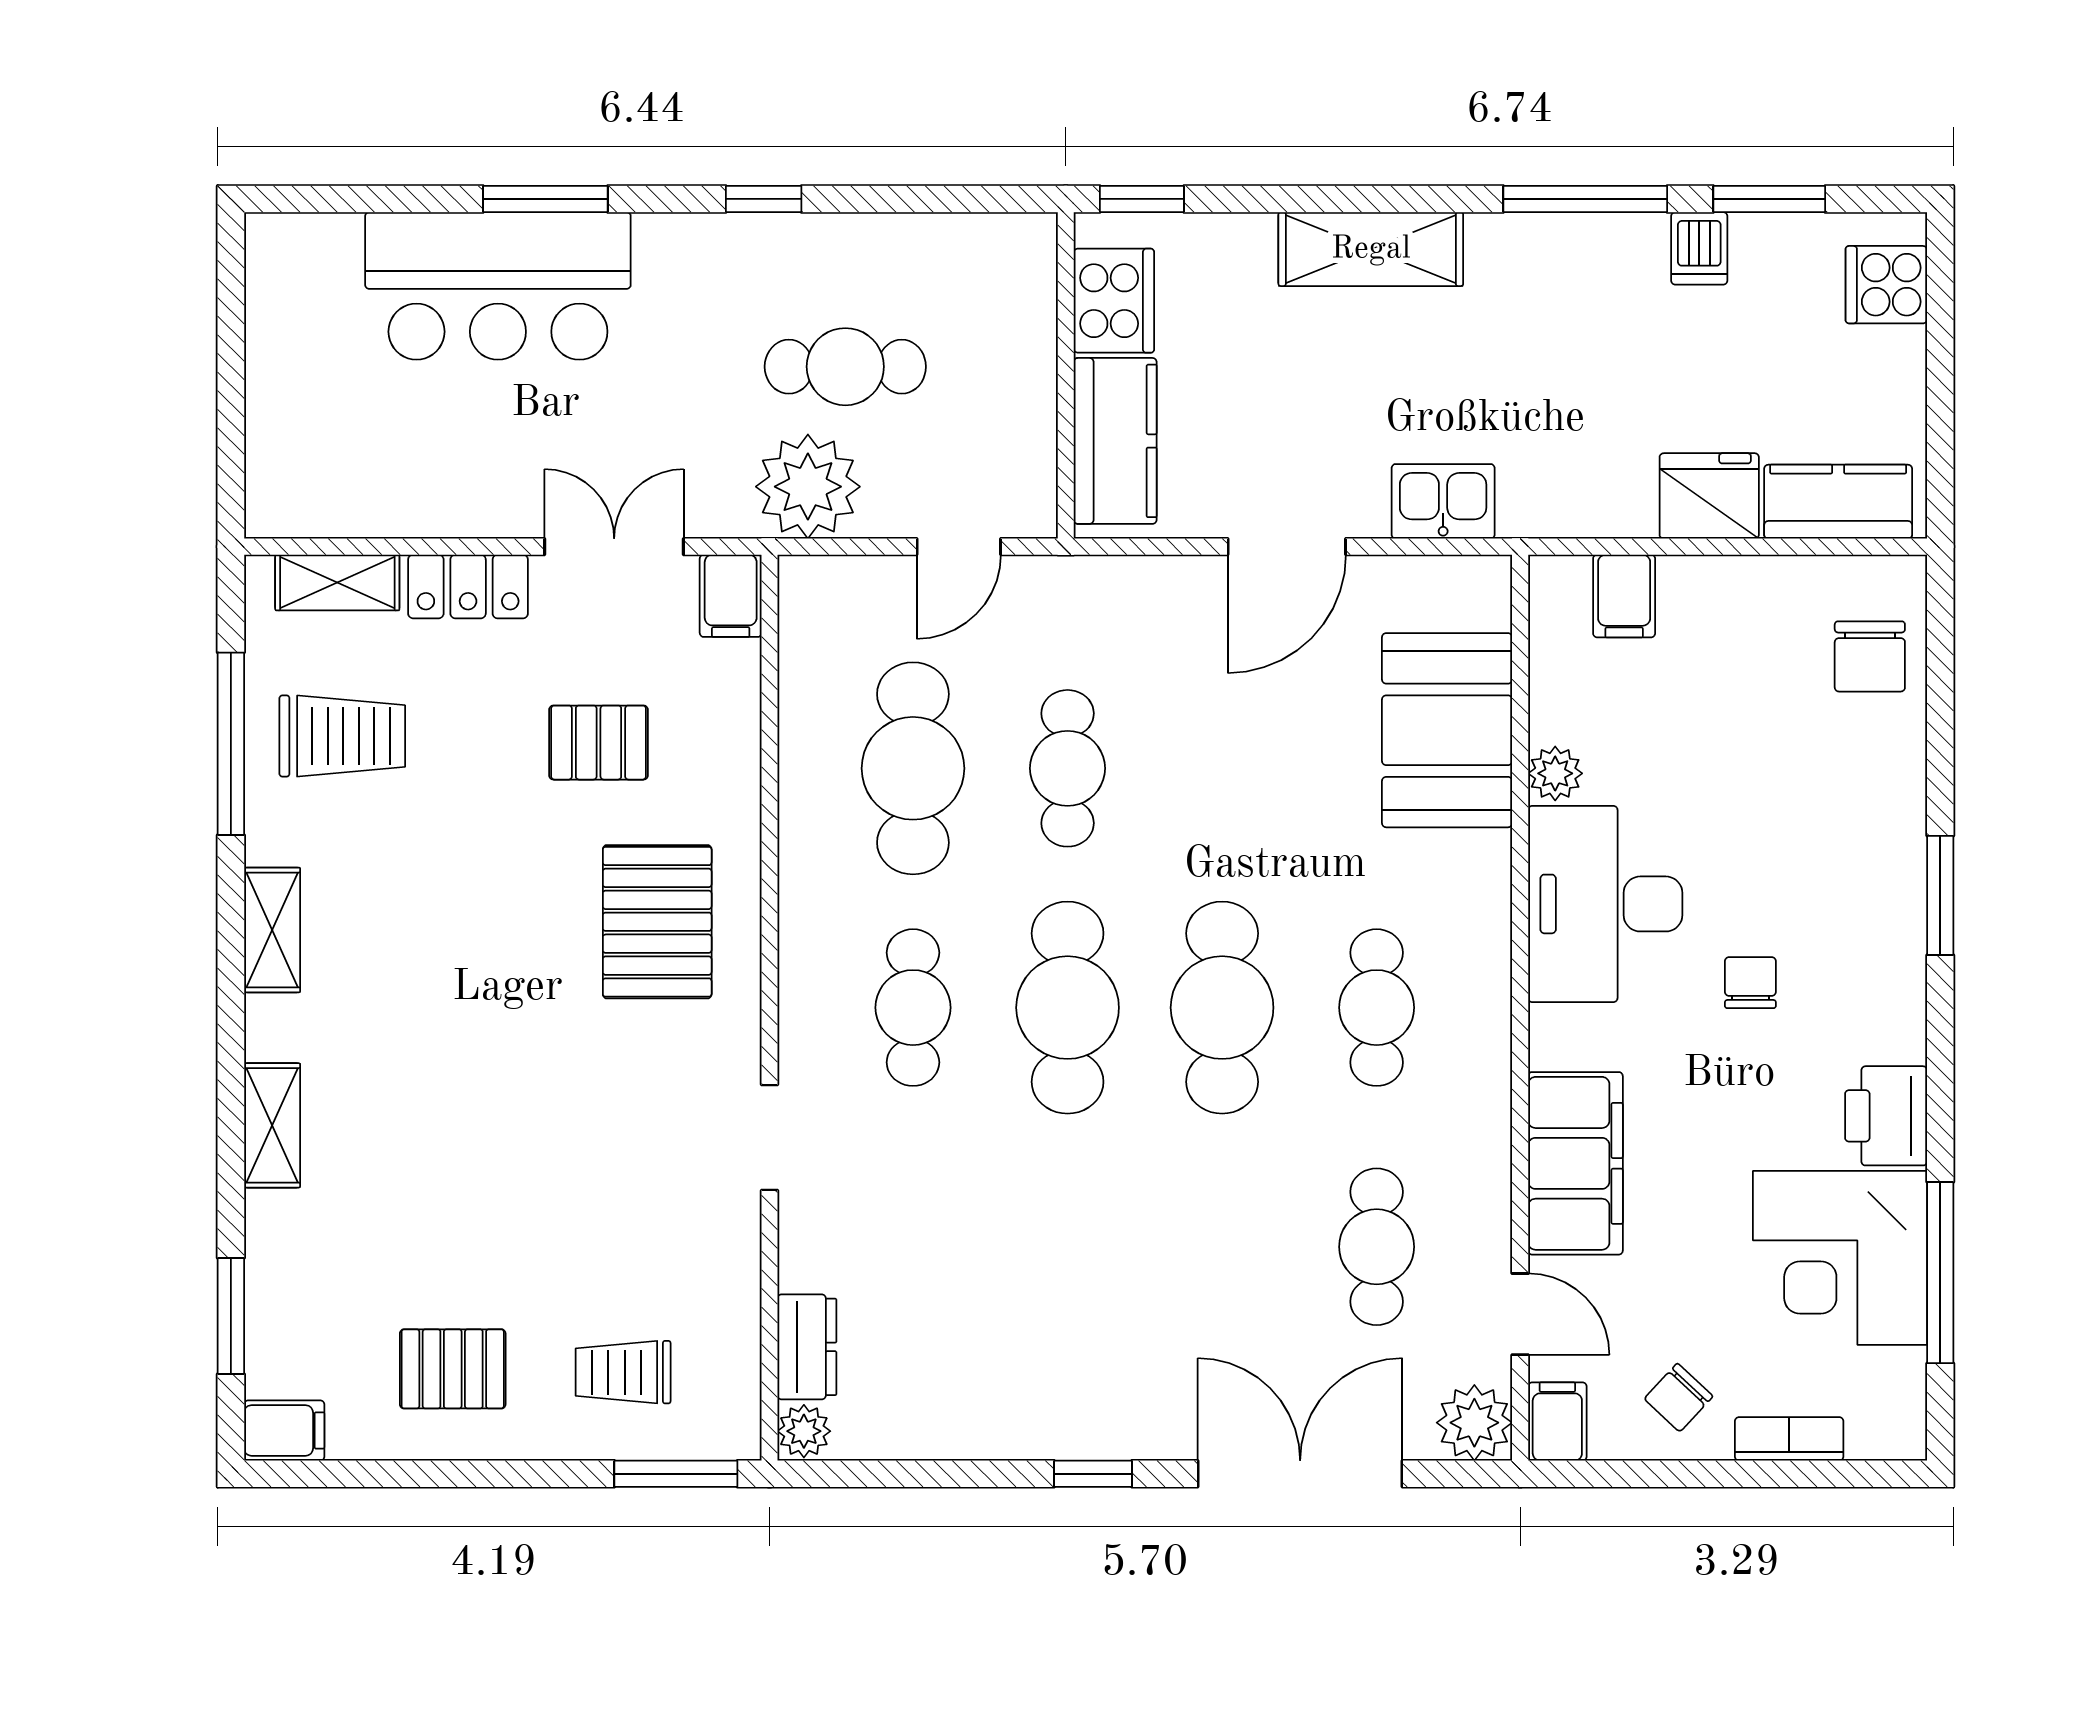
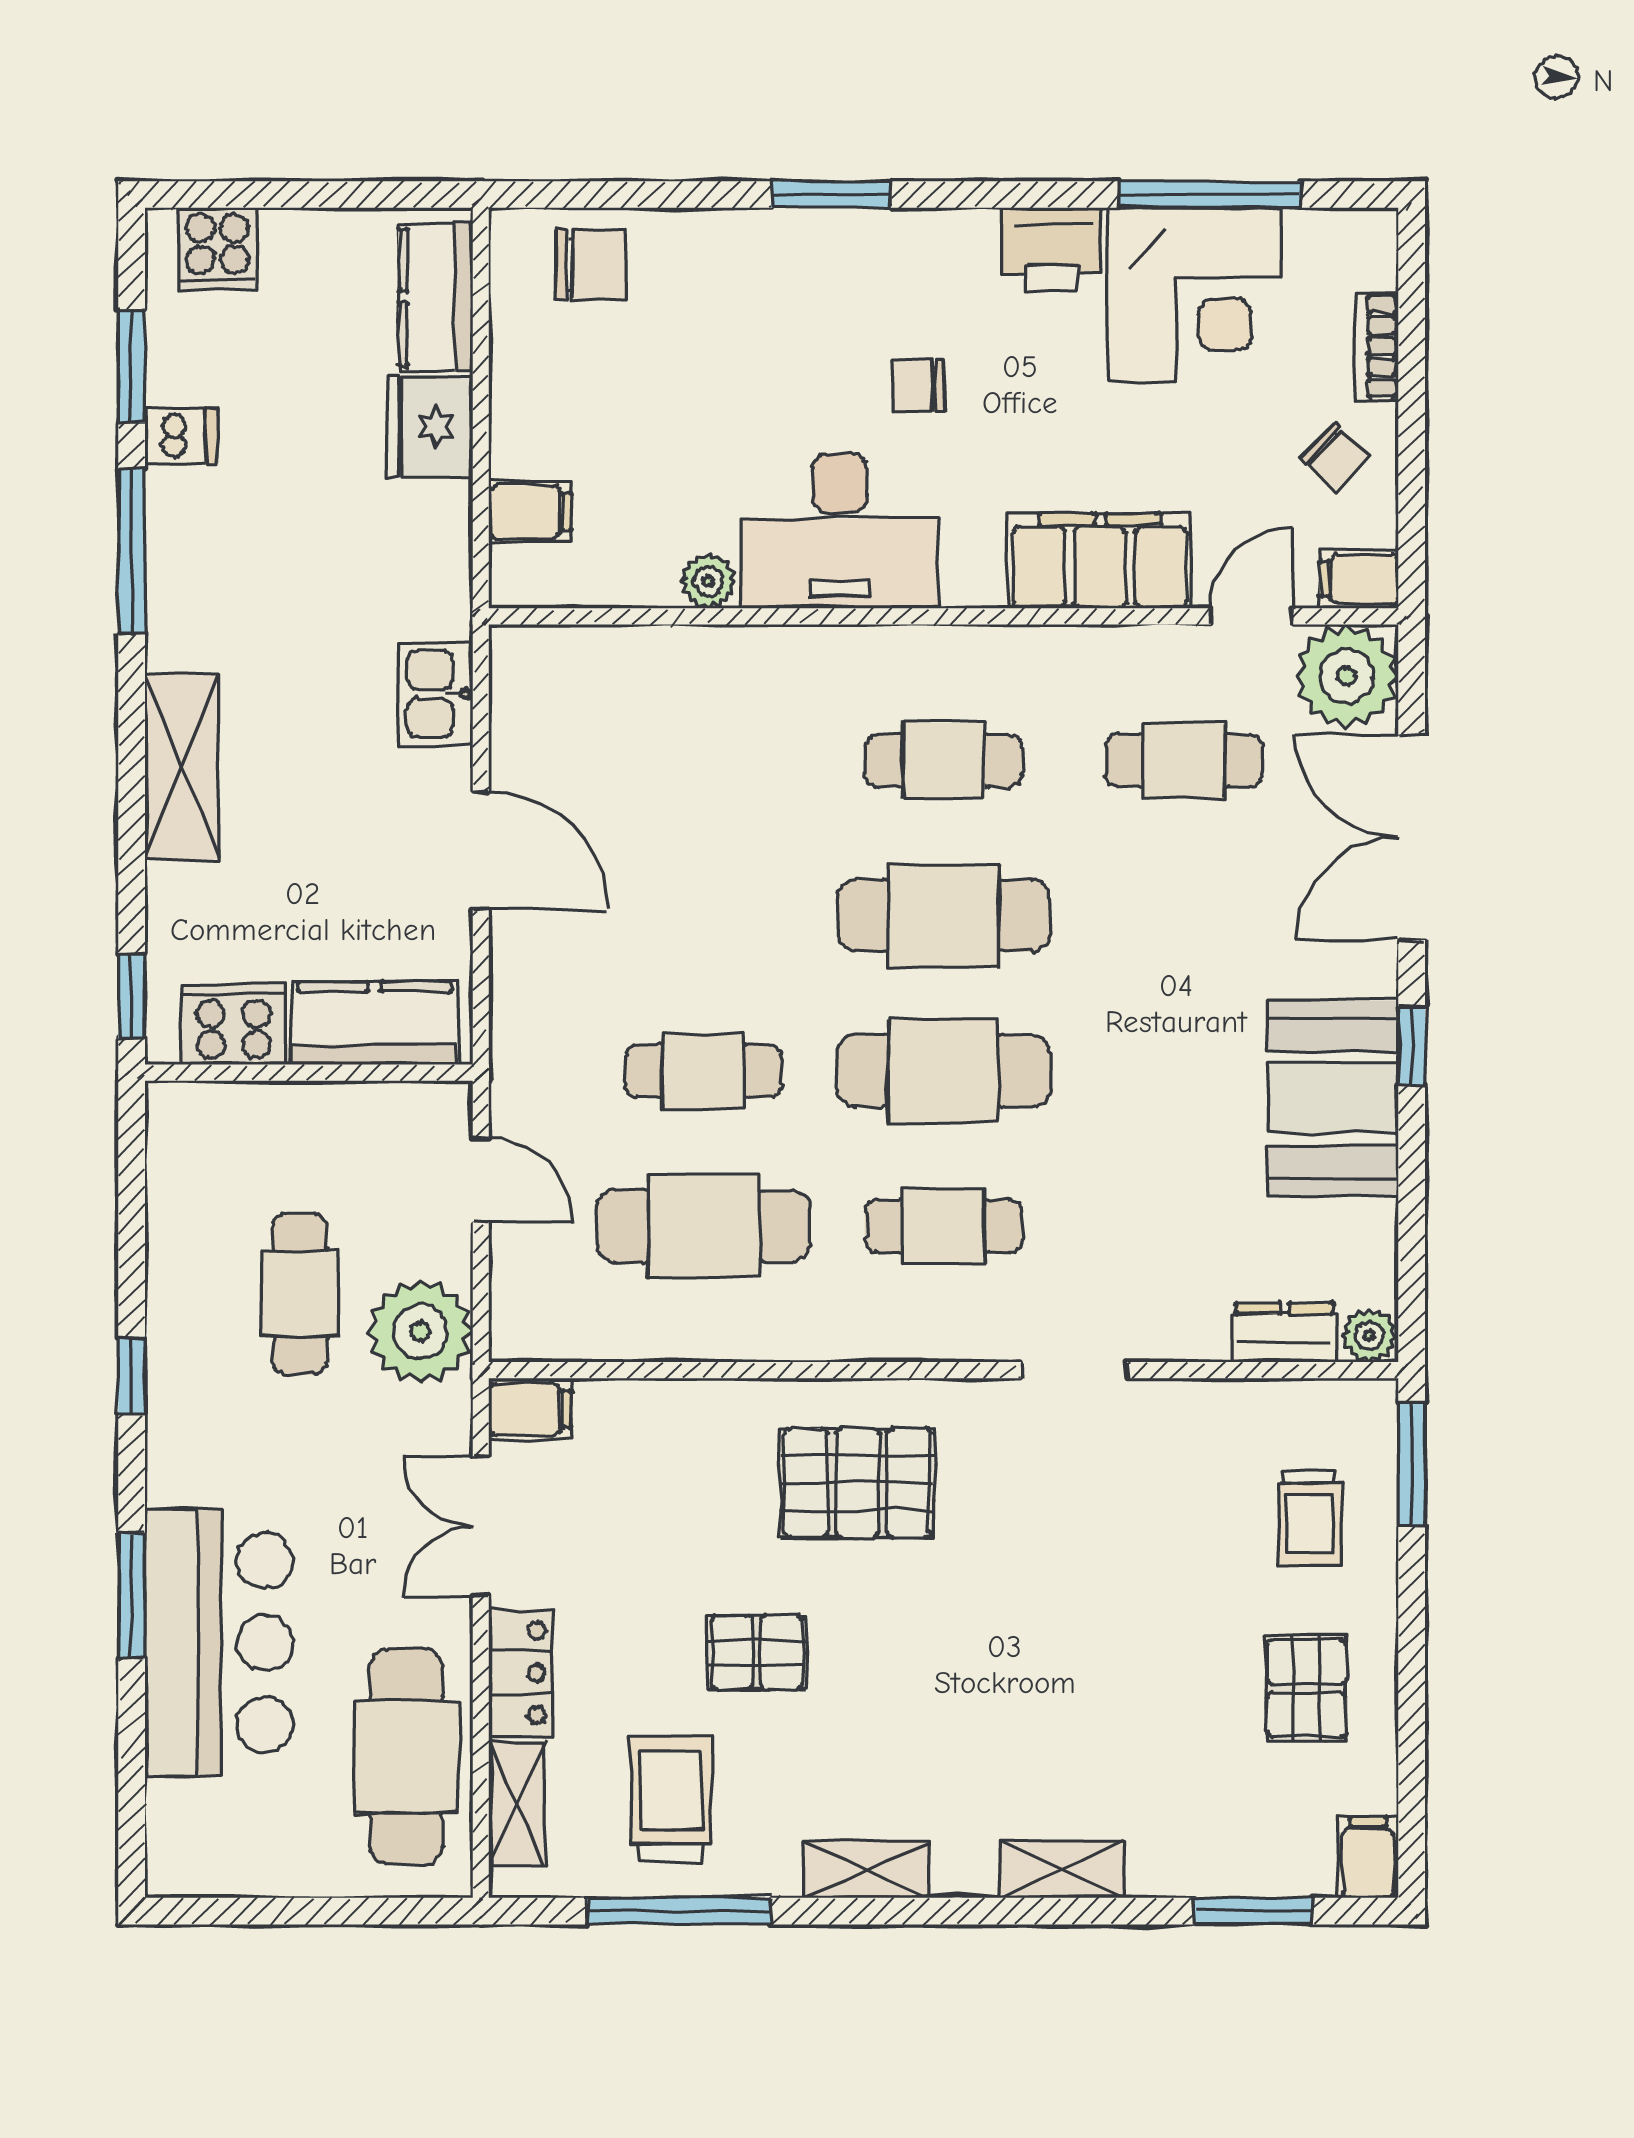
cafe table: (384, 472) -> (406, 1757), added
booth: (1447, 730) -> (1333, 1098), moved, turned 90
pallet: (599, 743) -> (757, 1652), moved, turned 90
plant: (1474, 1423) -> (1347, 676), width x1.36, depth x1.36

